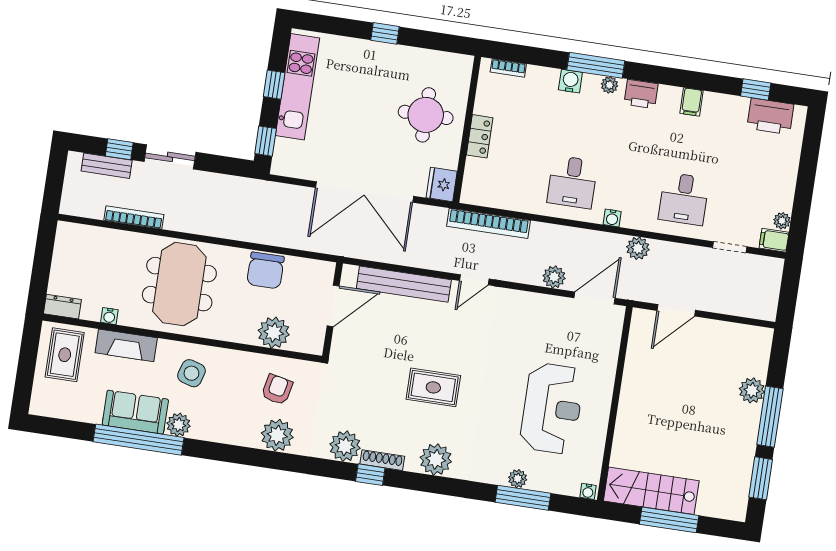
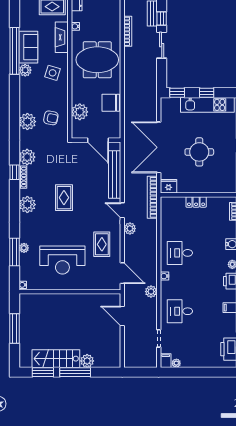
round table: (426, 115) -> (199, 152), moved
bookcase: (488, 223) -> (152, 197), moved
plant: (554, 277) -> (130, 229), moved
rug: (533, 329) -> (102, 244), added
stairs: (651, 491) -> (56, 359), moved, turned -90

